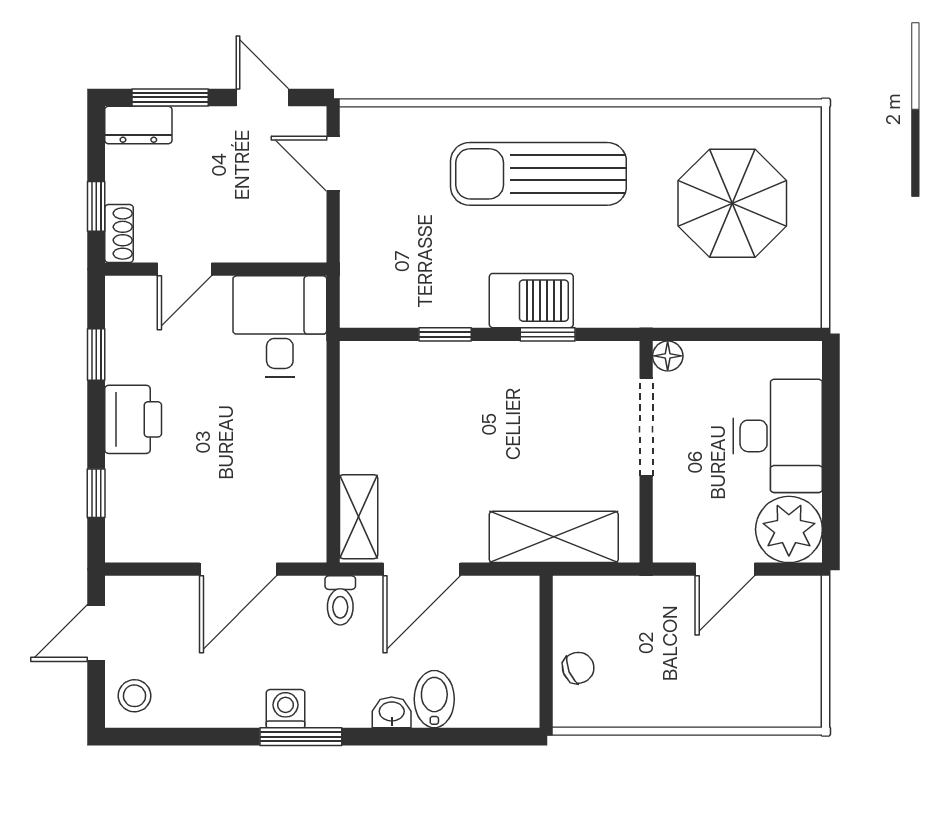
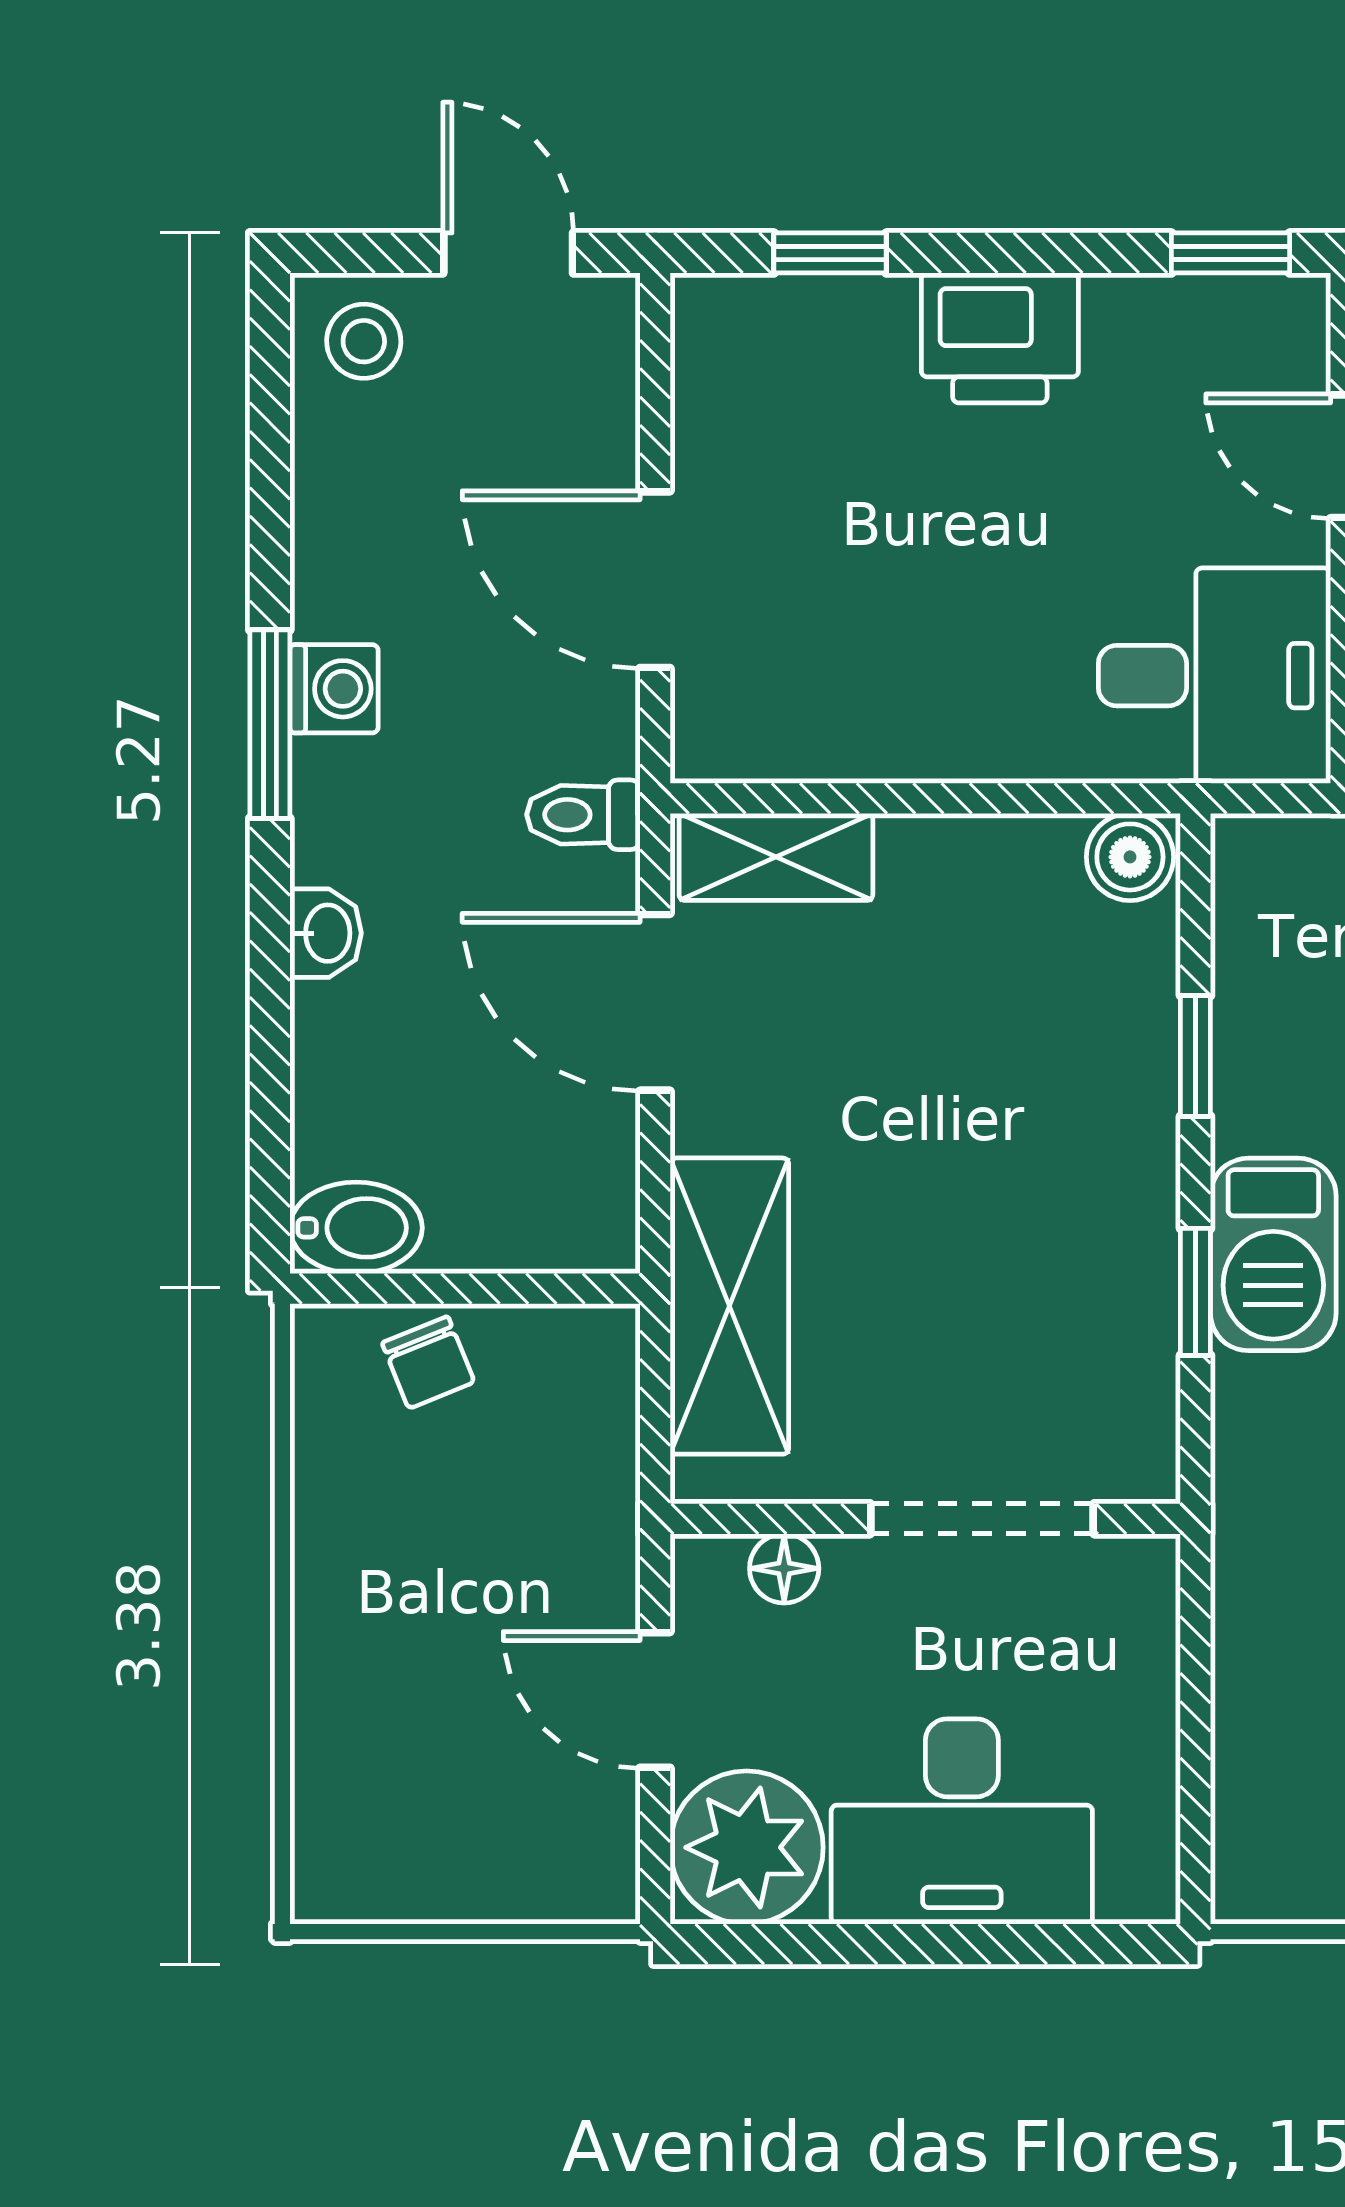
window: (96, 355) -> (1231, 253), moved
floor lamp: (668, 356) -> (784, 1568), moved
boiler: (359, 363) -> (1130, 857), added
bidet: (434, 699) -> (356, 1228), moved

